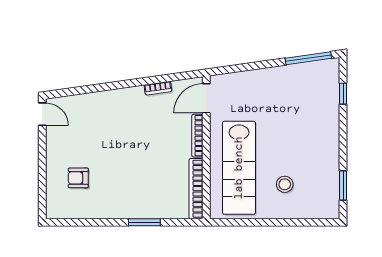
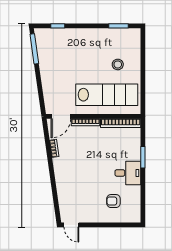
door: (206, 98) -> (61, 116), hinge flipped
door: (42, 114) -> (71, 225), swing flipped
armchair: (78, 178) -> (113, 201), turned 90
desk: (121, 200) -> (128, 173), added

